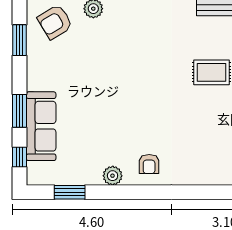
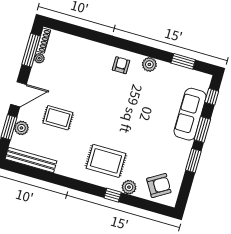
rug: (133, 34) -> (106, 161), added
window: (20, 40) -> (193, 161), moved

